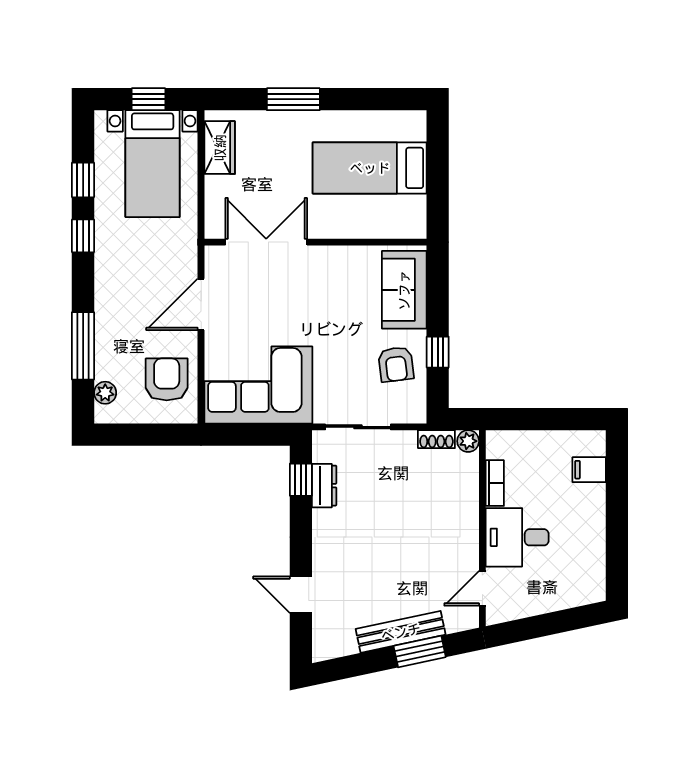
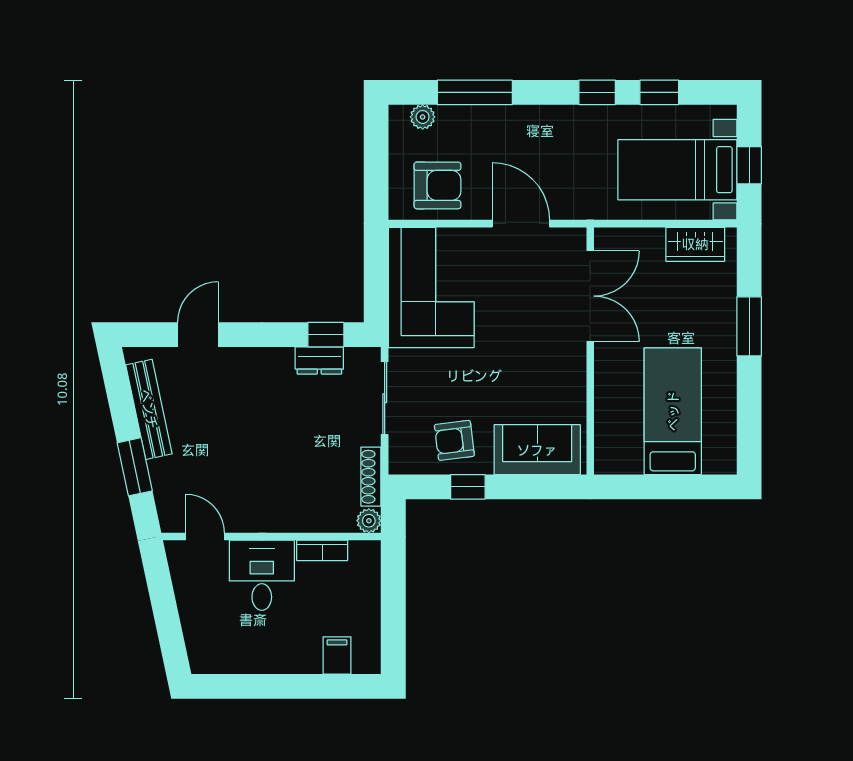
shoe rack: (436, 439) -> (371, 477), width x1.43
bench: (401, 632) -> (149, 409), moved

